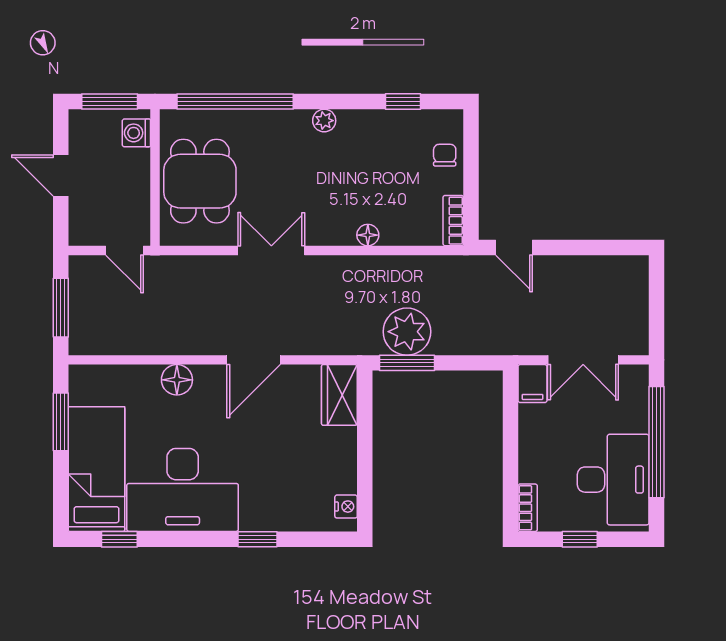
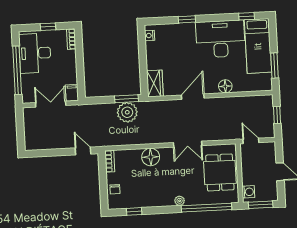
plant: (324, 121) -> (180, 201), moved
floor lamp: (368, 235) -> (151, 157), width x1.89, depth x1.89
window: (61, 308) -> (277, 115), width x0.67

